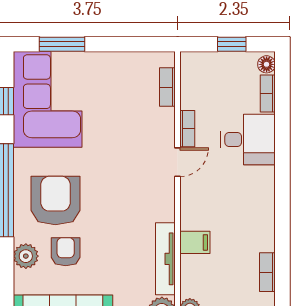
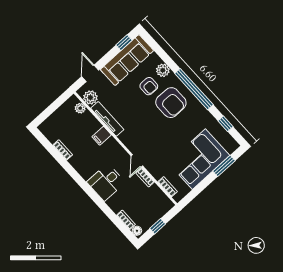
corner sofa: (48, 99) -> (199, 159), moved, turned 90
desk: (248, 139) -> (106, 182), moved

